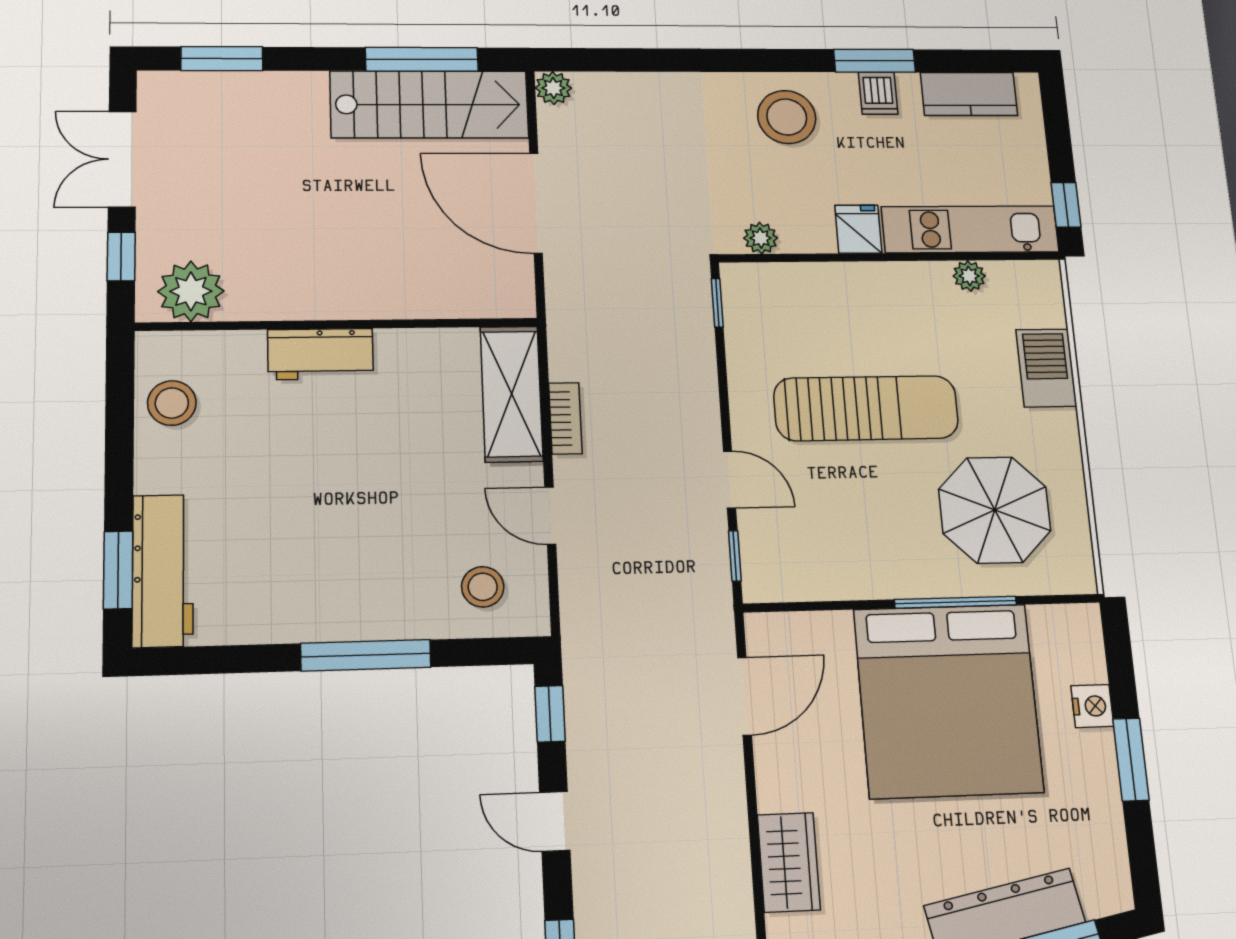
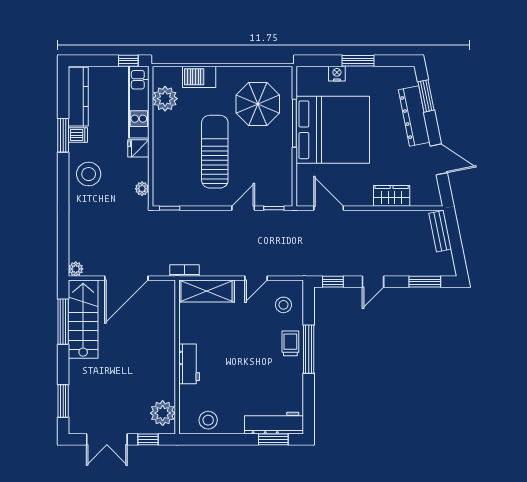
kitchen counter: (969, 94) -> (78, 97), width x1.50
plant: (969, 276) -> (165, 99), width x1.88, depth x1.88
bookcase: (565, 418) -> (185, 271), moved
trolley: (380, 607) -> (290, 343), added

